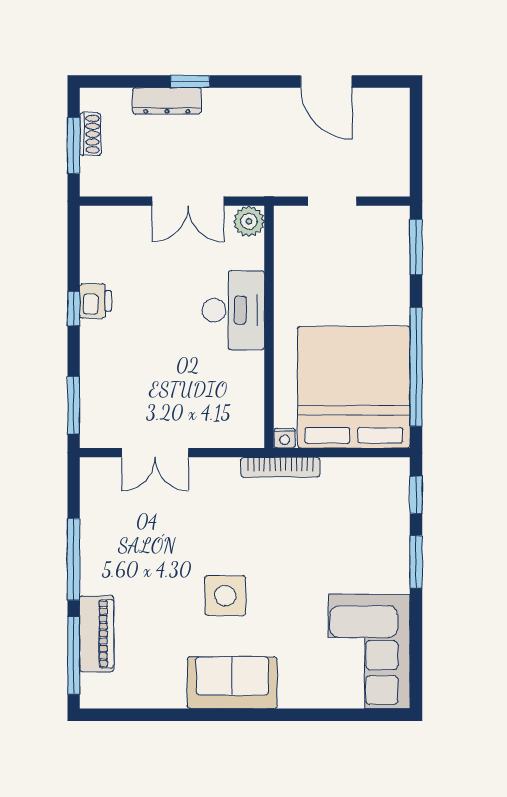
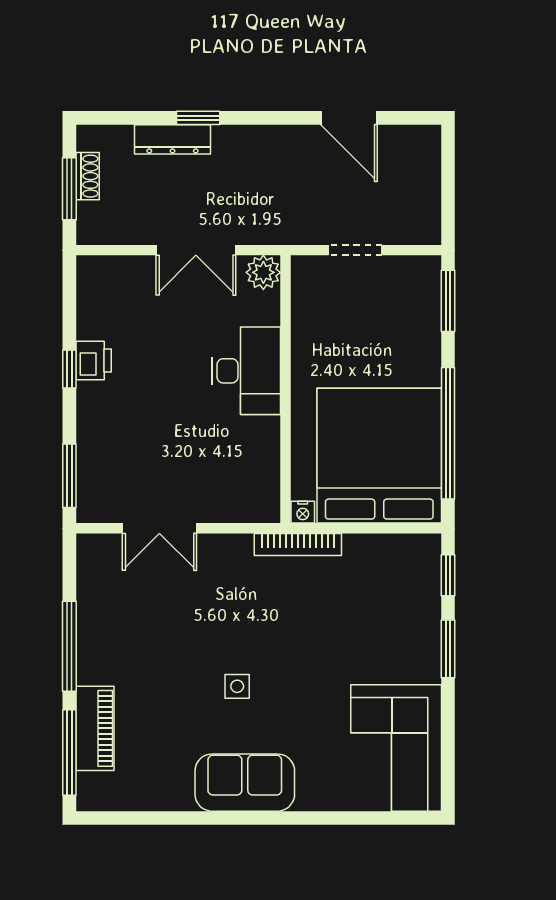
side table: (225, 596) -> (237, 686), width x0.54, depth x0.54

